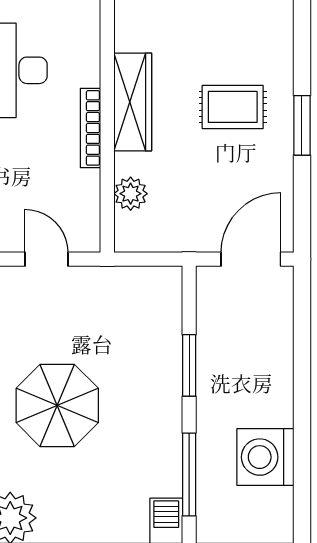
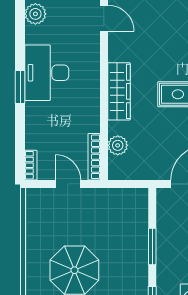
bookcase: (91, 128) -> (94, 157), moved

